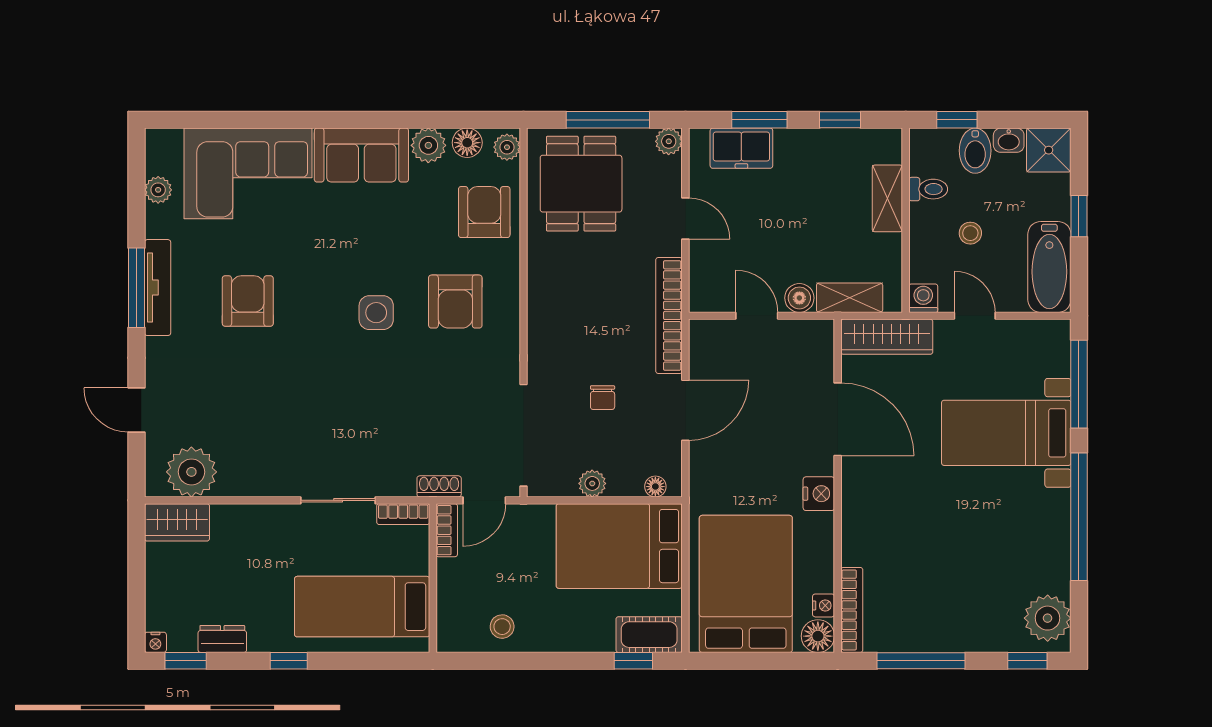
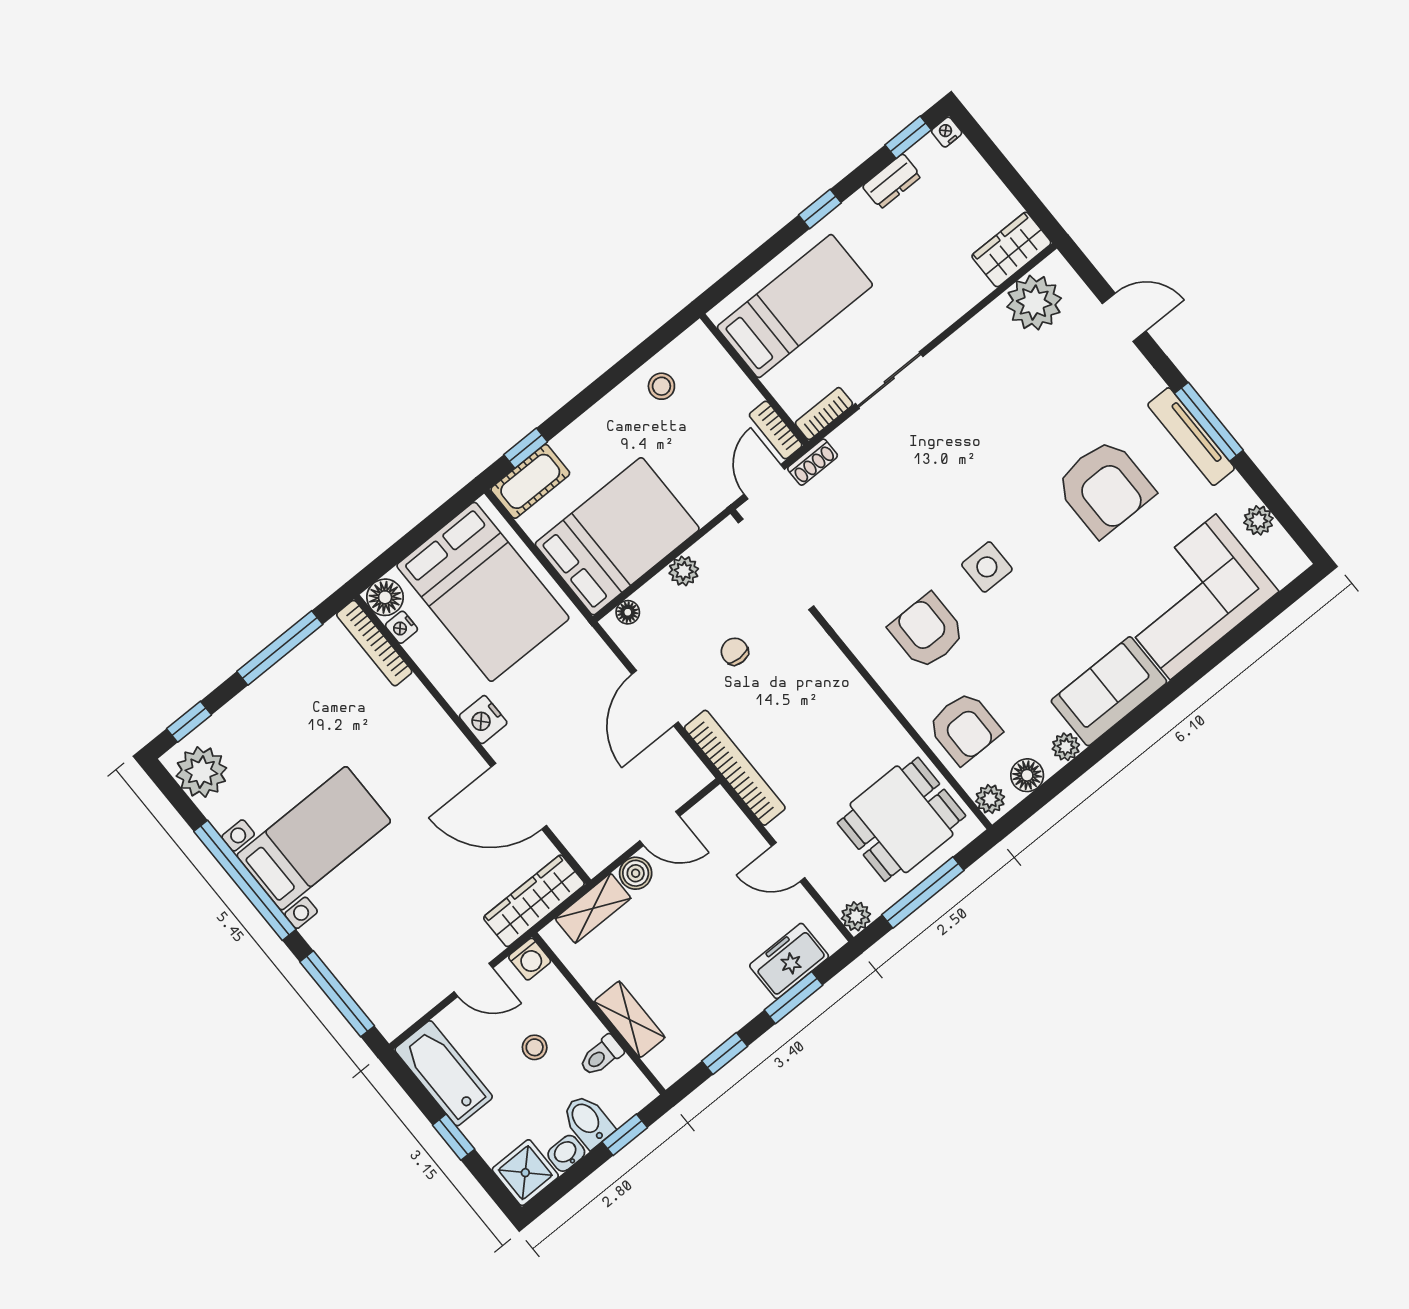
plant: (428, 145) -> (1066, 747), width x0.73, depth x0.73
dining table: (581, 184) -> (901, 819), turned 90
armchair: (248, 301) -> (1105, 488), width x1.36, depth x1.36
bed with nightstands: (1006, 433) -> (314, 838), moved

